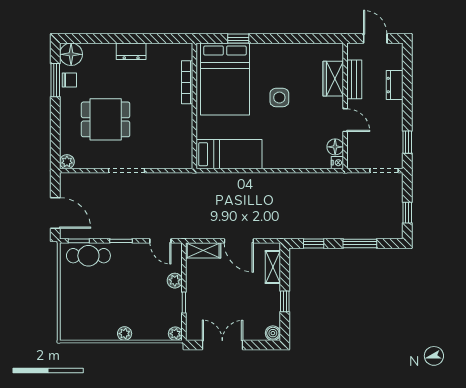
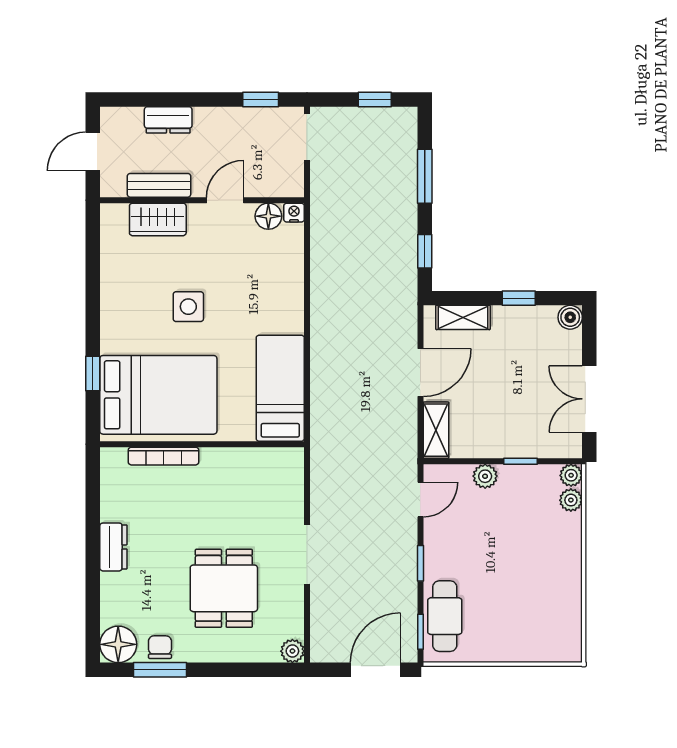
plant: (125, 334) -> (571, 500), moved

